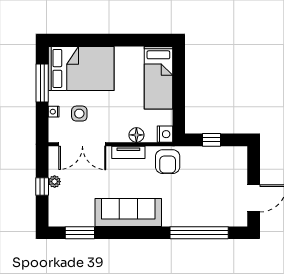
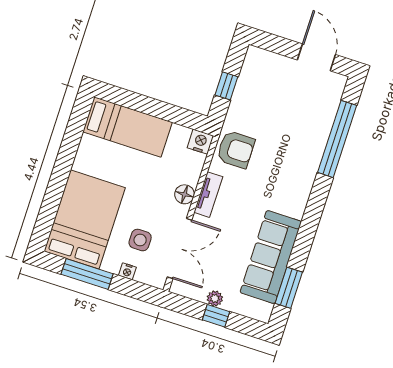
floor lamp: (136, 135) -> (184, 194), moved
sofa: (128, 212) -> (271, 257), moved

